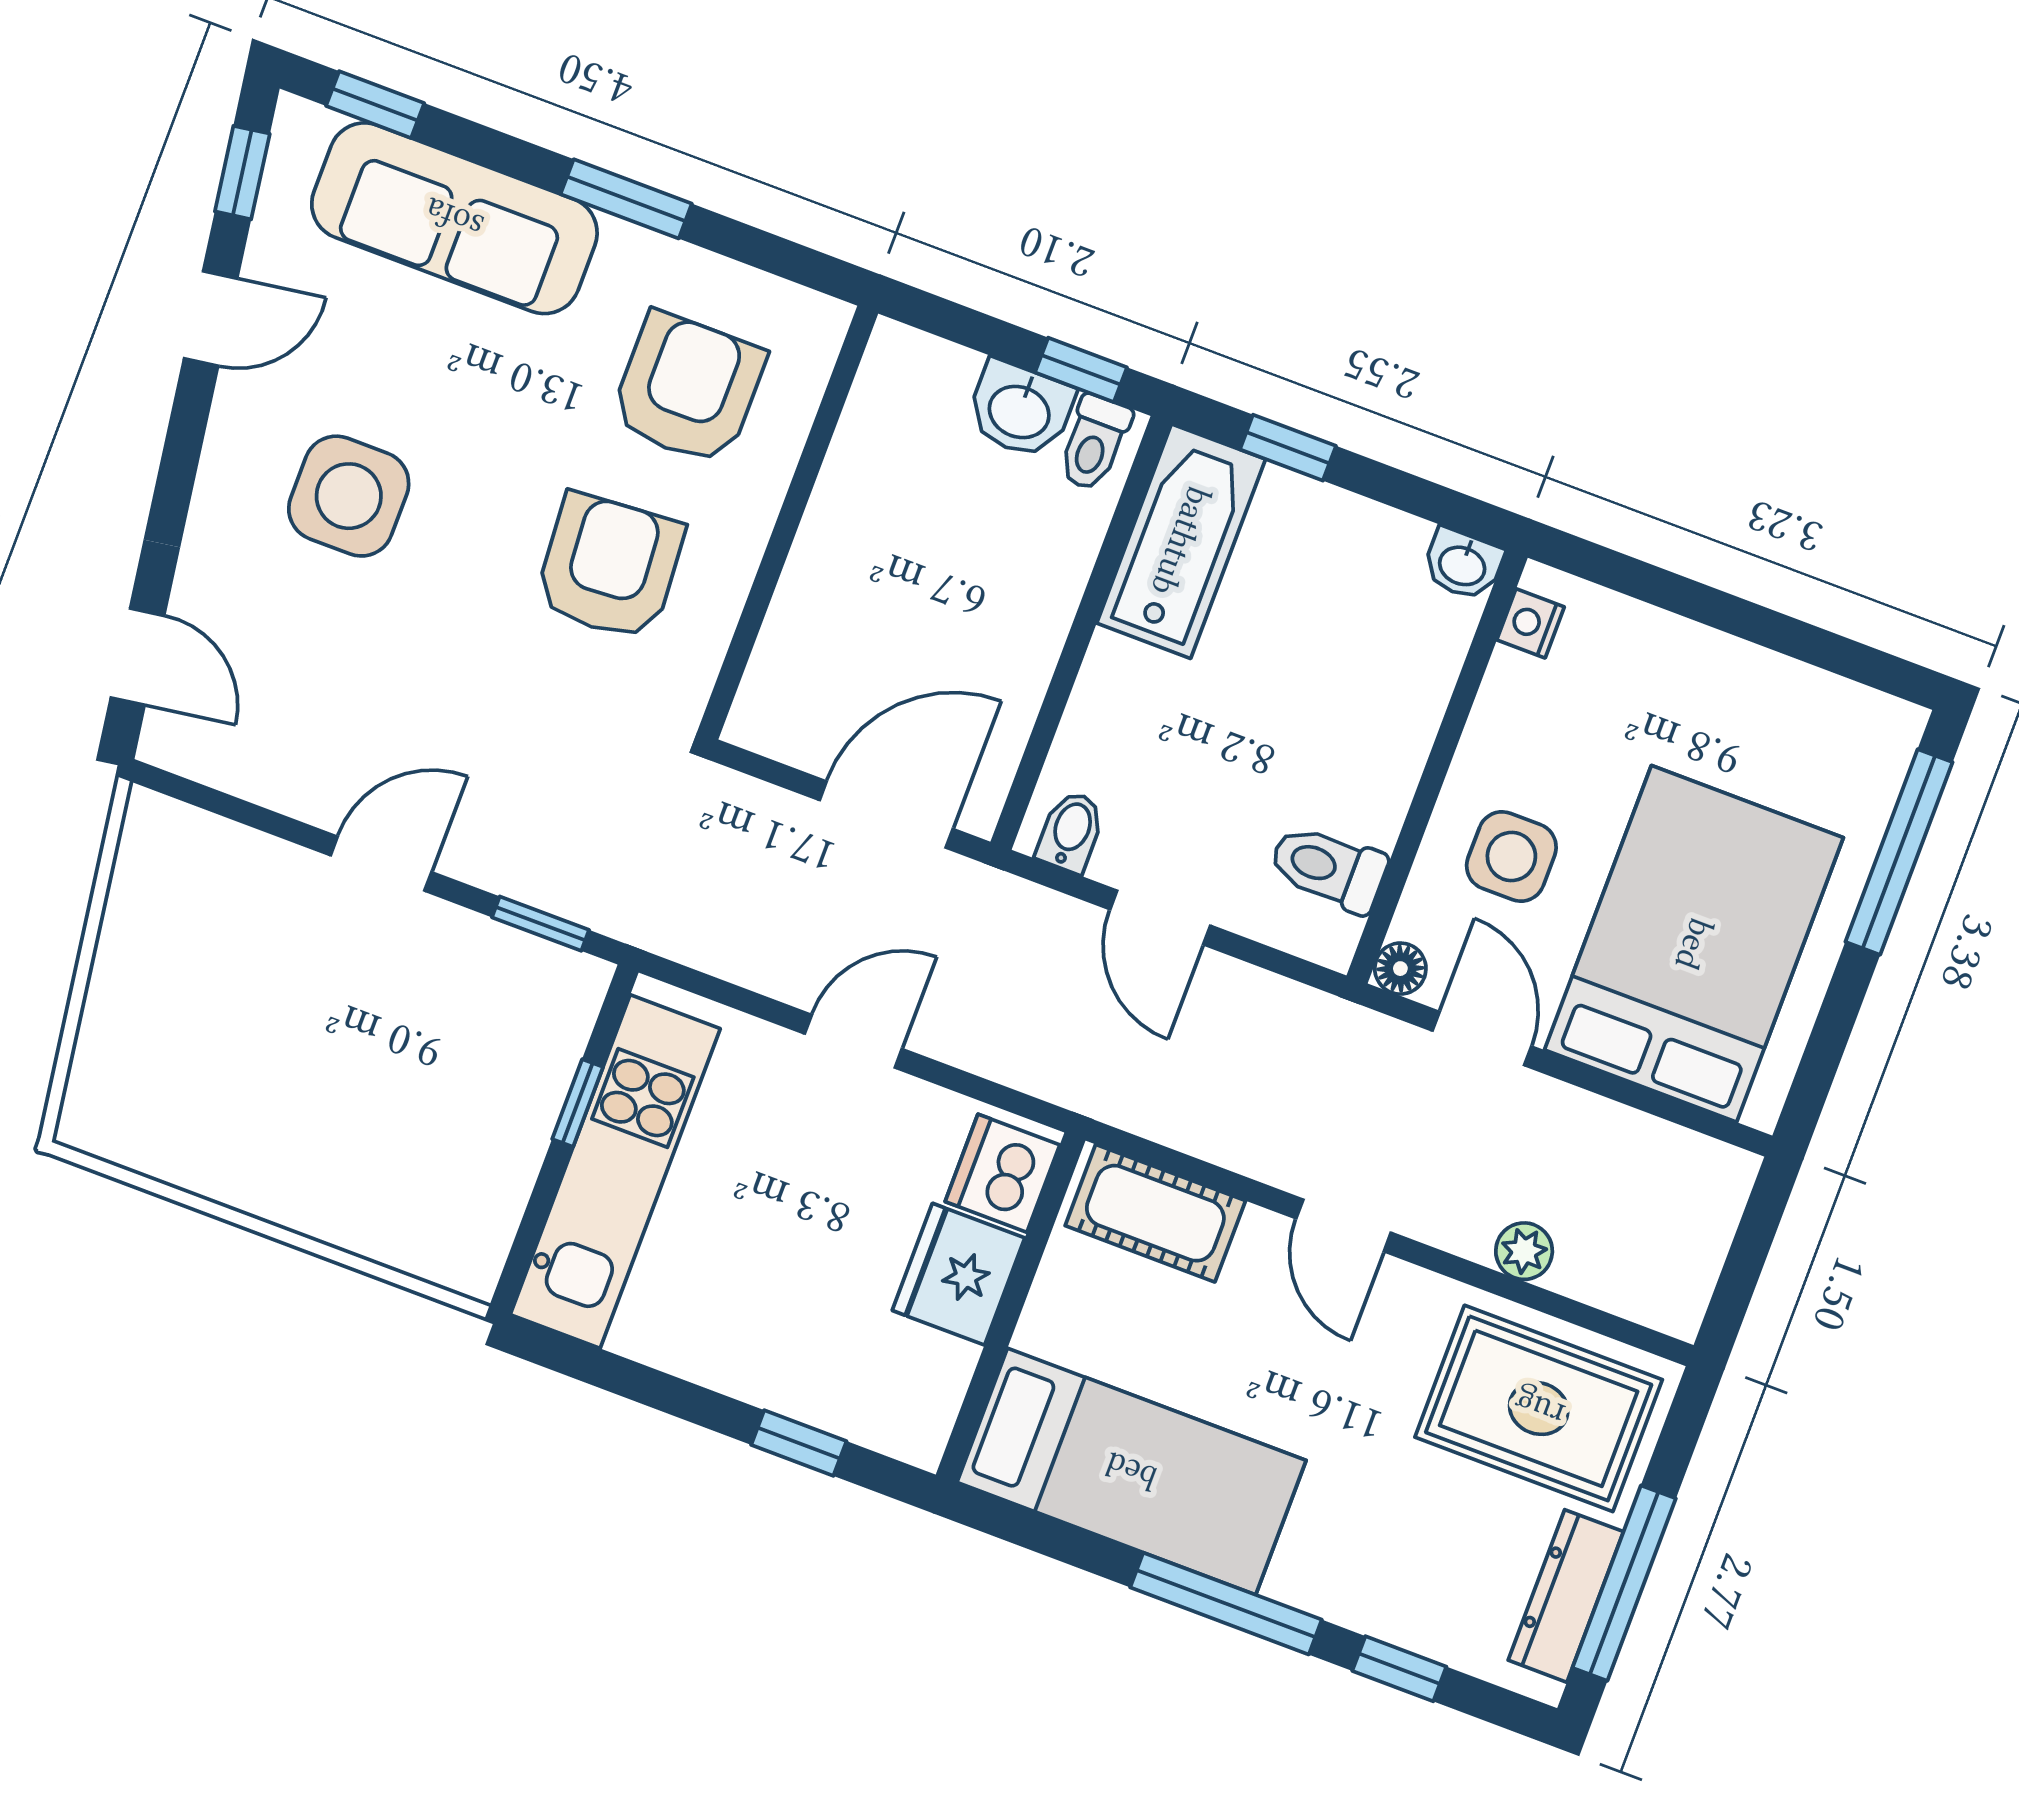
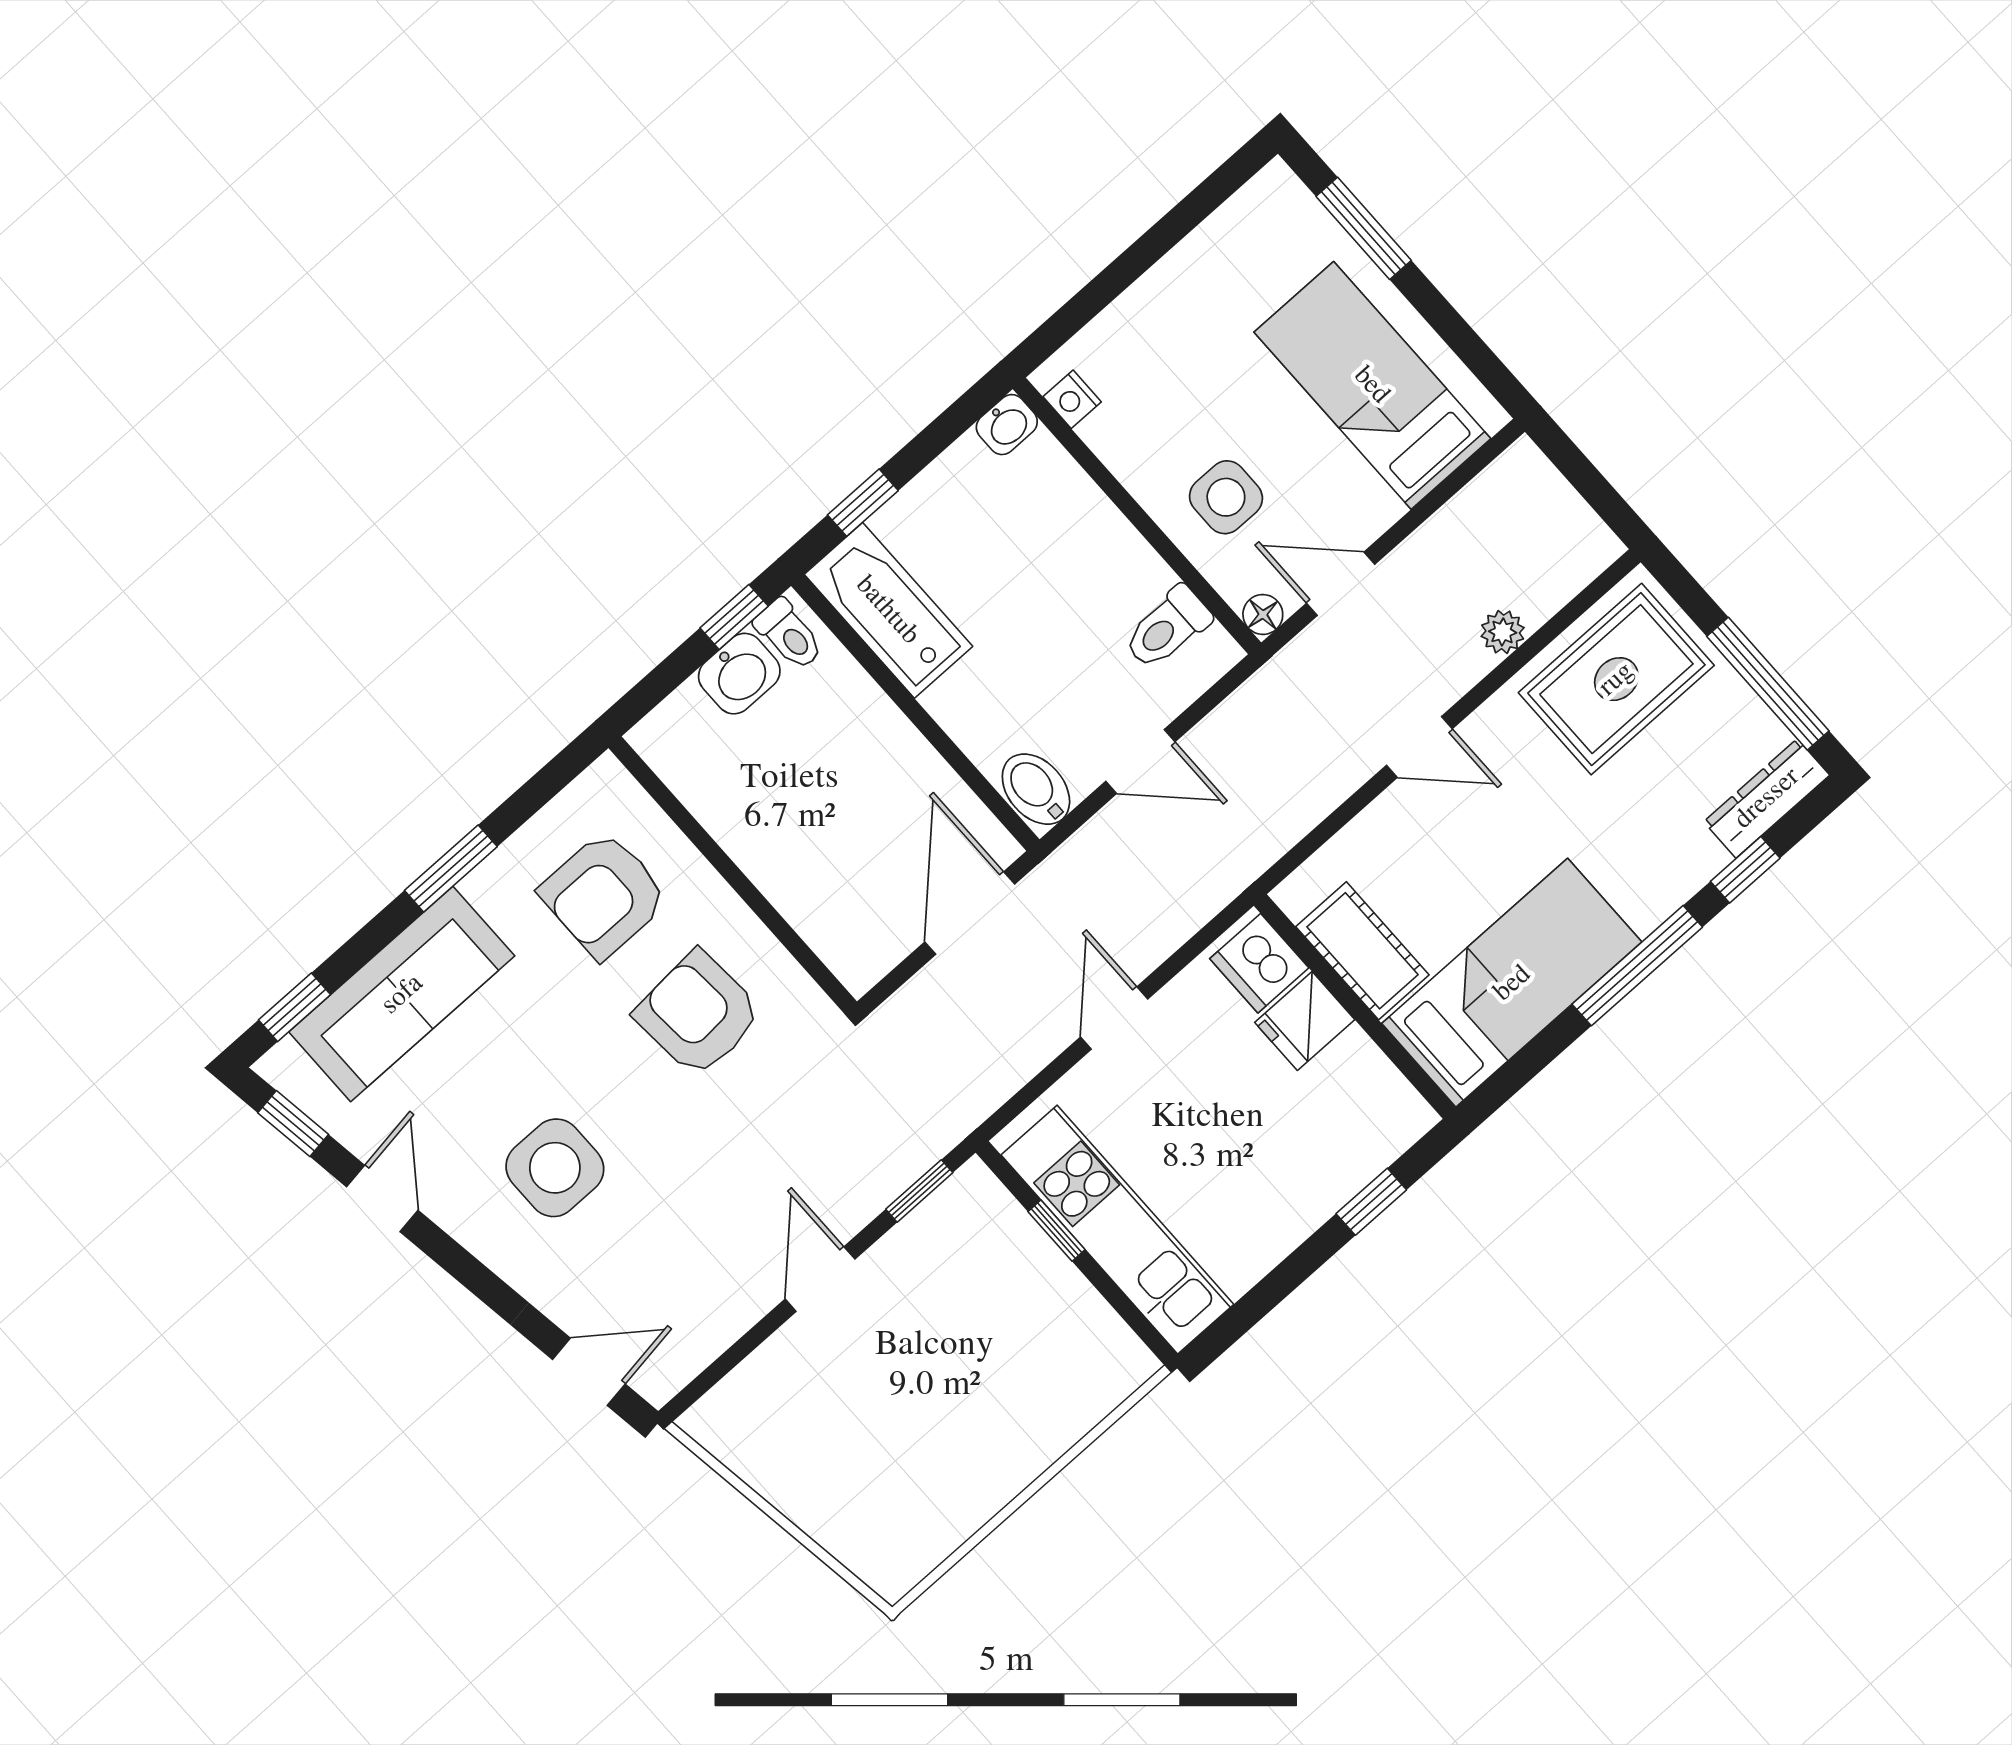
armchair: (688, 388) -> (604, 895), turned -90
bidet: (1071, 832) -> (1036, 789), width x1.38, depth x1.36
window: (1899, 852) -> (1364, 228), width x0.69
bed: (1694, 944) -> (1372, 385), width x0.67
cot: (1155, 1213) -> (1362, 951), moved, turned 90
fridge: (959, 1274) -> (1305, 1021), width x0.72
dresser: (1566, 1596) -> (1767, 798), moved, turned 90

